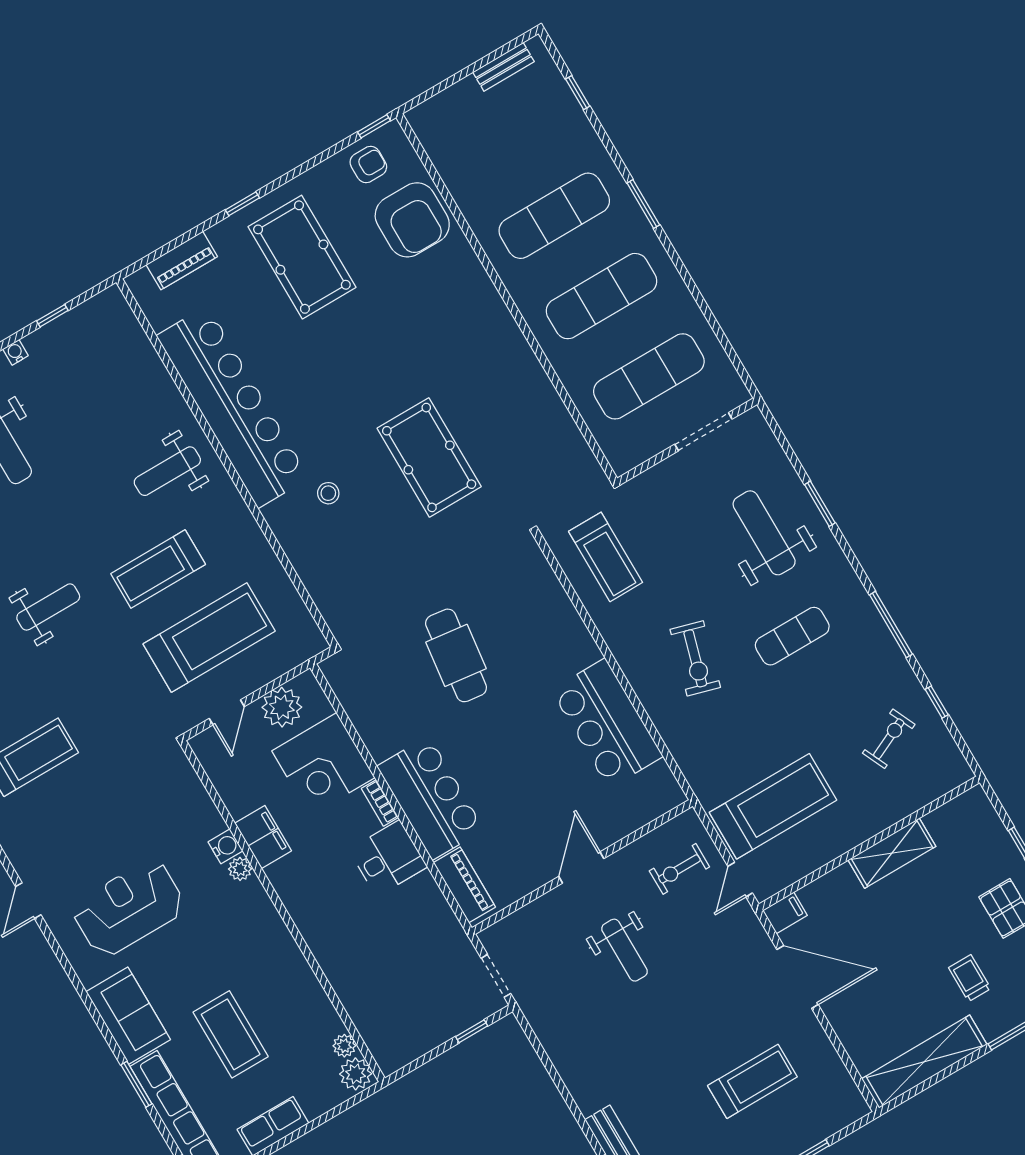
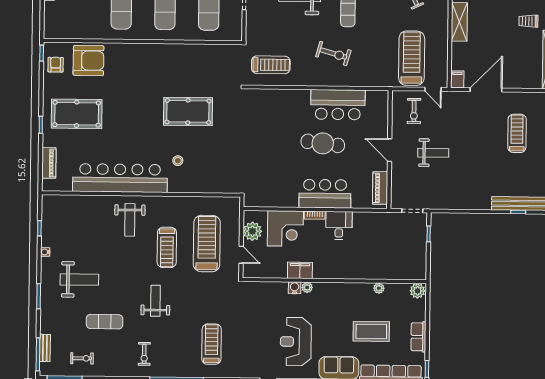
cafe table: (456, 655) -> (323, 143), moved
piano: (464, 885) -> (380, 188), moved, turned -90
plant: (344, 1046) -> (379, 288), moved

